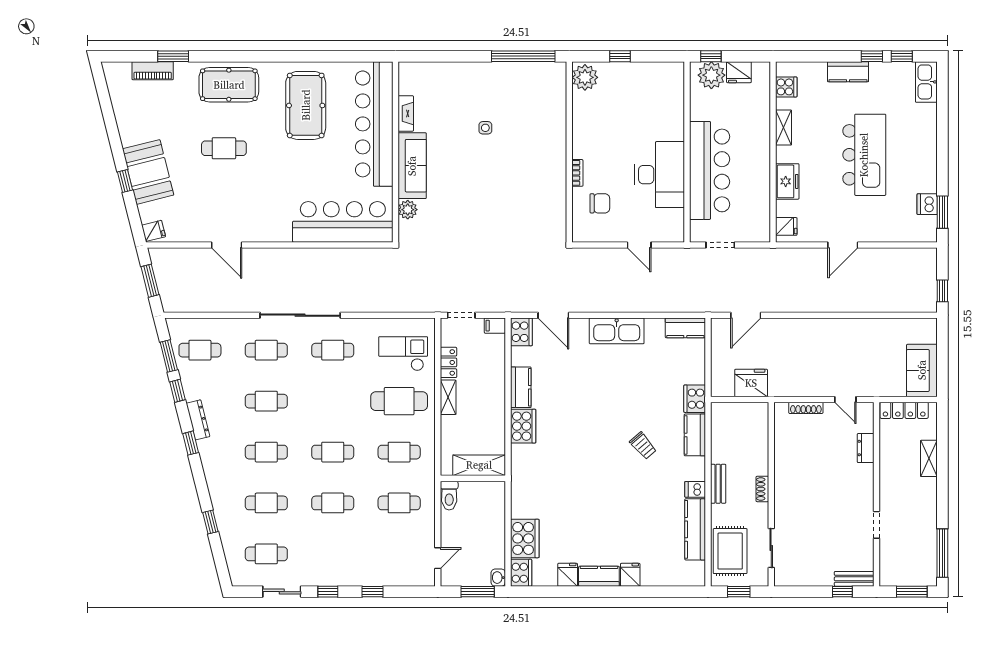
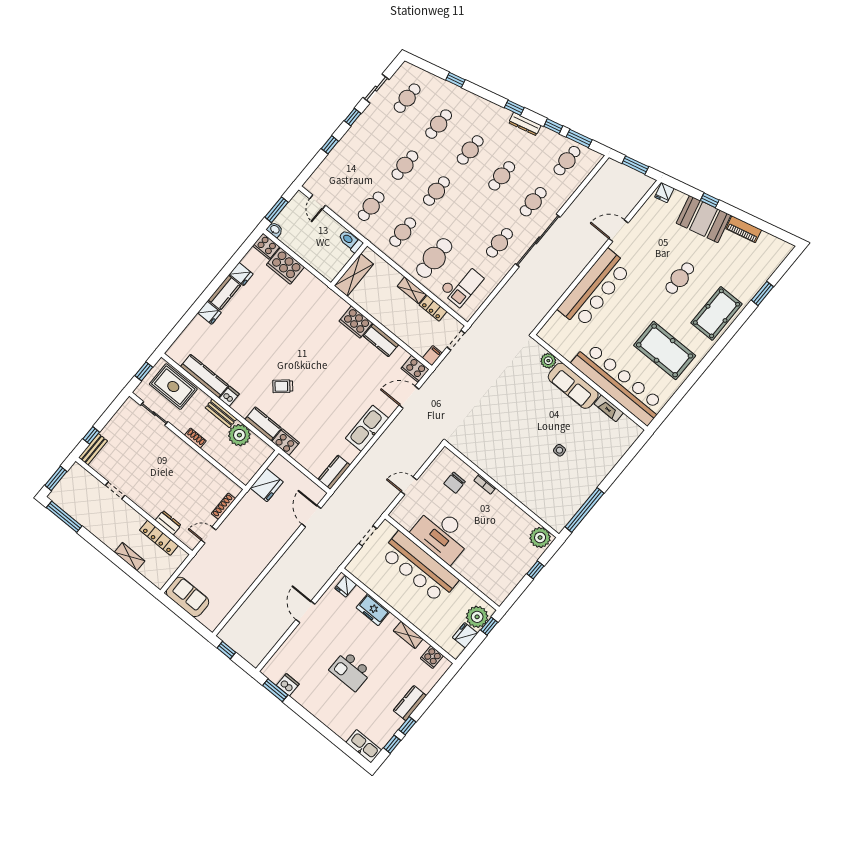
piano: (153, 71) -> (744, 229), moved, turned -104
kitchen island: (864, 155) -> (350, 671), width x0.54, depth x0.78
bar counter: (343, 222) -> (595, 289), moved
locker: (904, 410) -> (159, 538), moved, turned -90
plant: (724, 449) -> (239, 435), added

